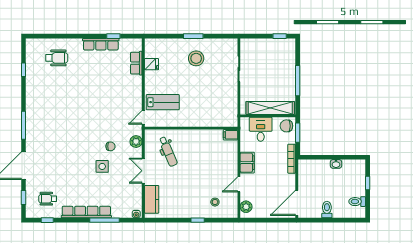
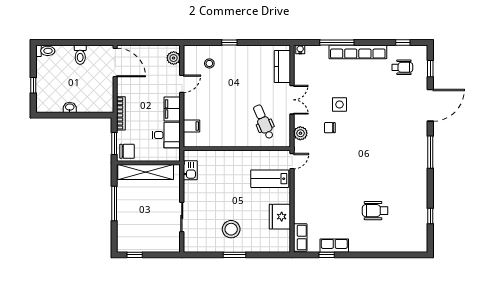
row of seats: (101, 44) -> (334, 246), width x0.68
wheelchair: (57, 58) -> (375, 211), moved
row of seats: (136, 63) -> (300, 237), moved
fridge: (152, 64) -> (280, 217), width x1.88, depth x1.34
kitchen sink: (232, 109) -> (190, 170), added
desk: (261, 129) -> (166, 135), moved, turned -90
filing cabinet: (230, 135) -> (191, 126), moved
toilet: (357, 202) -> (45, 51), moved
door: (297, 203) -> (115, 62), hinge flipped

